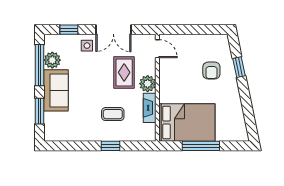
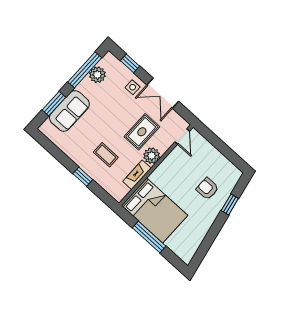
armchair: (211, 70) -> (207, 189), turned 90
sofa: (56, 90) -> (69, 111), moved

